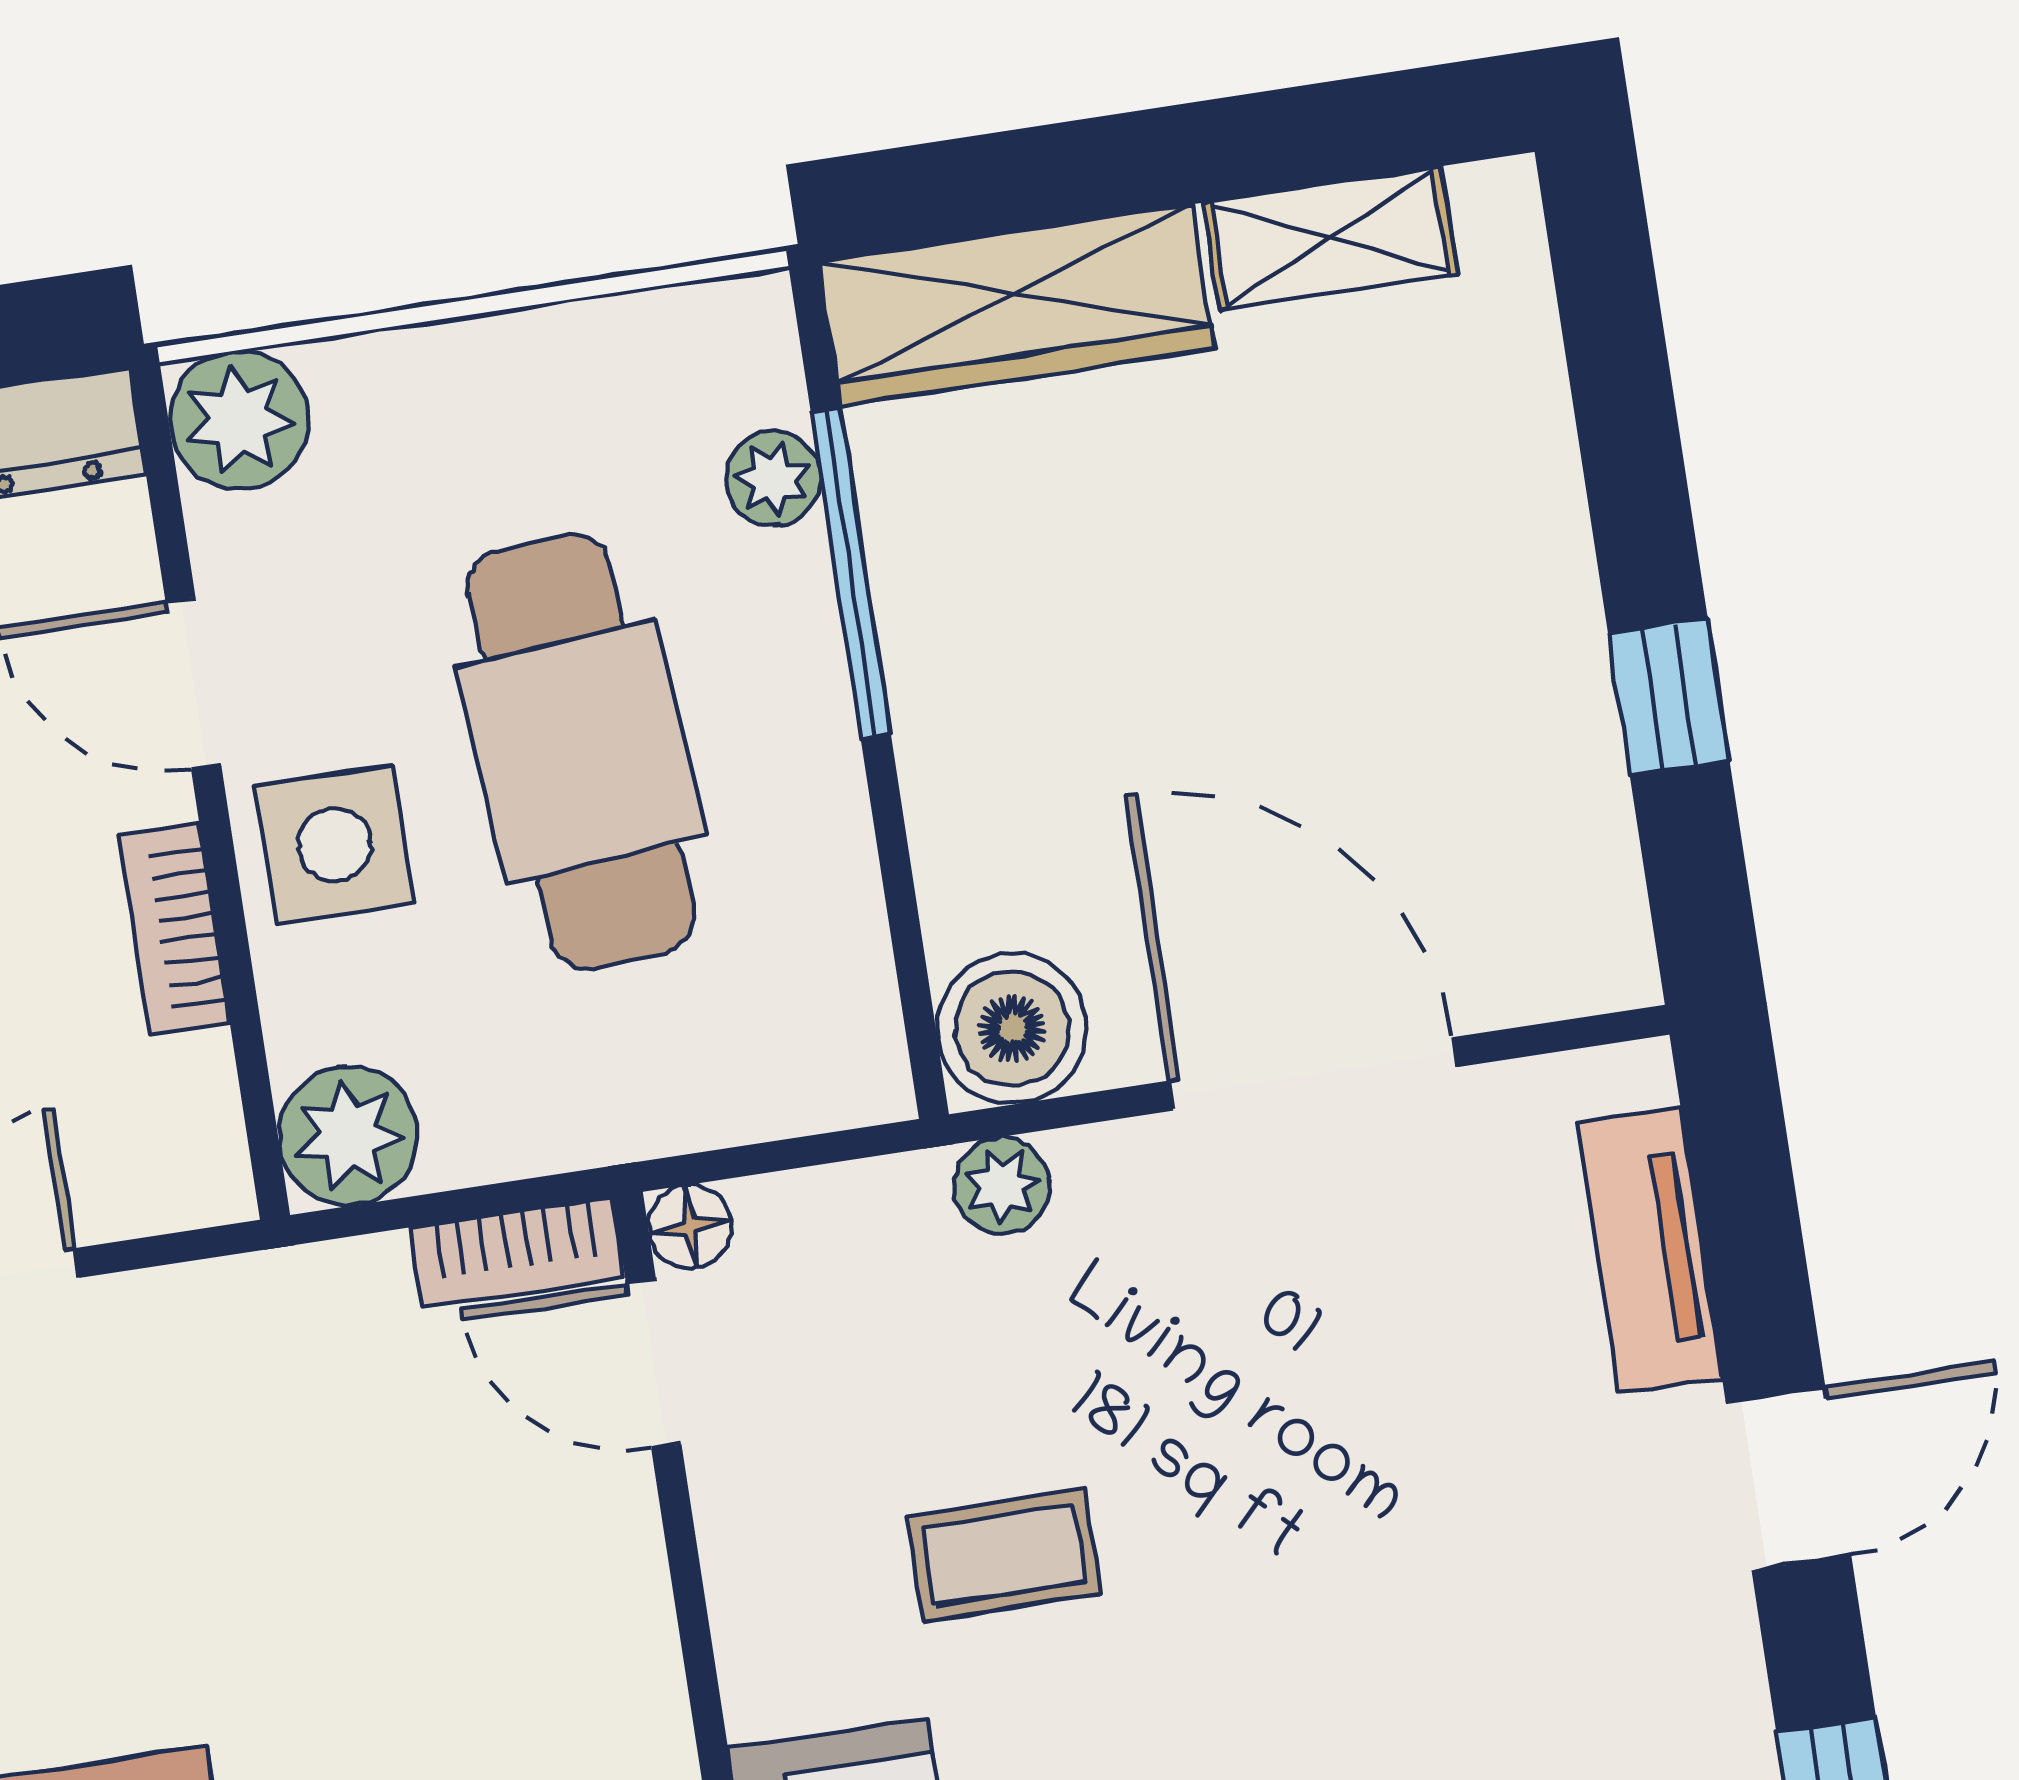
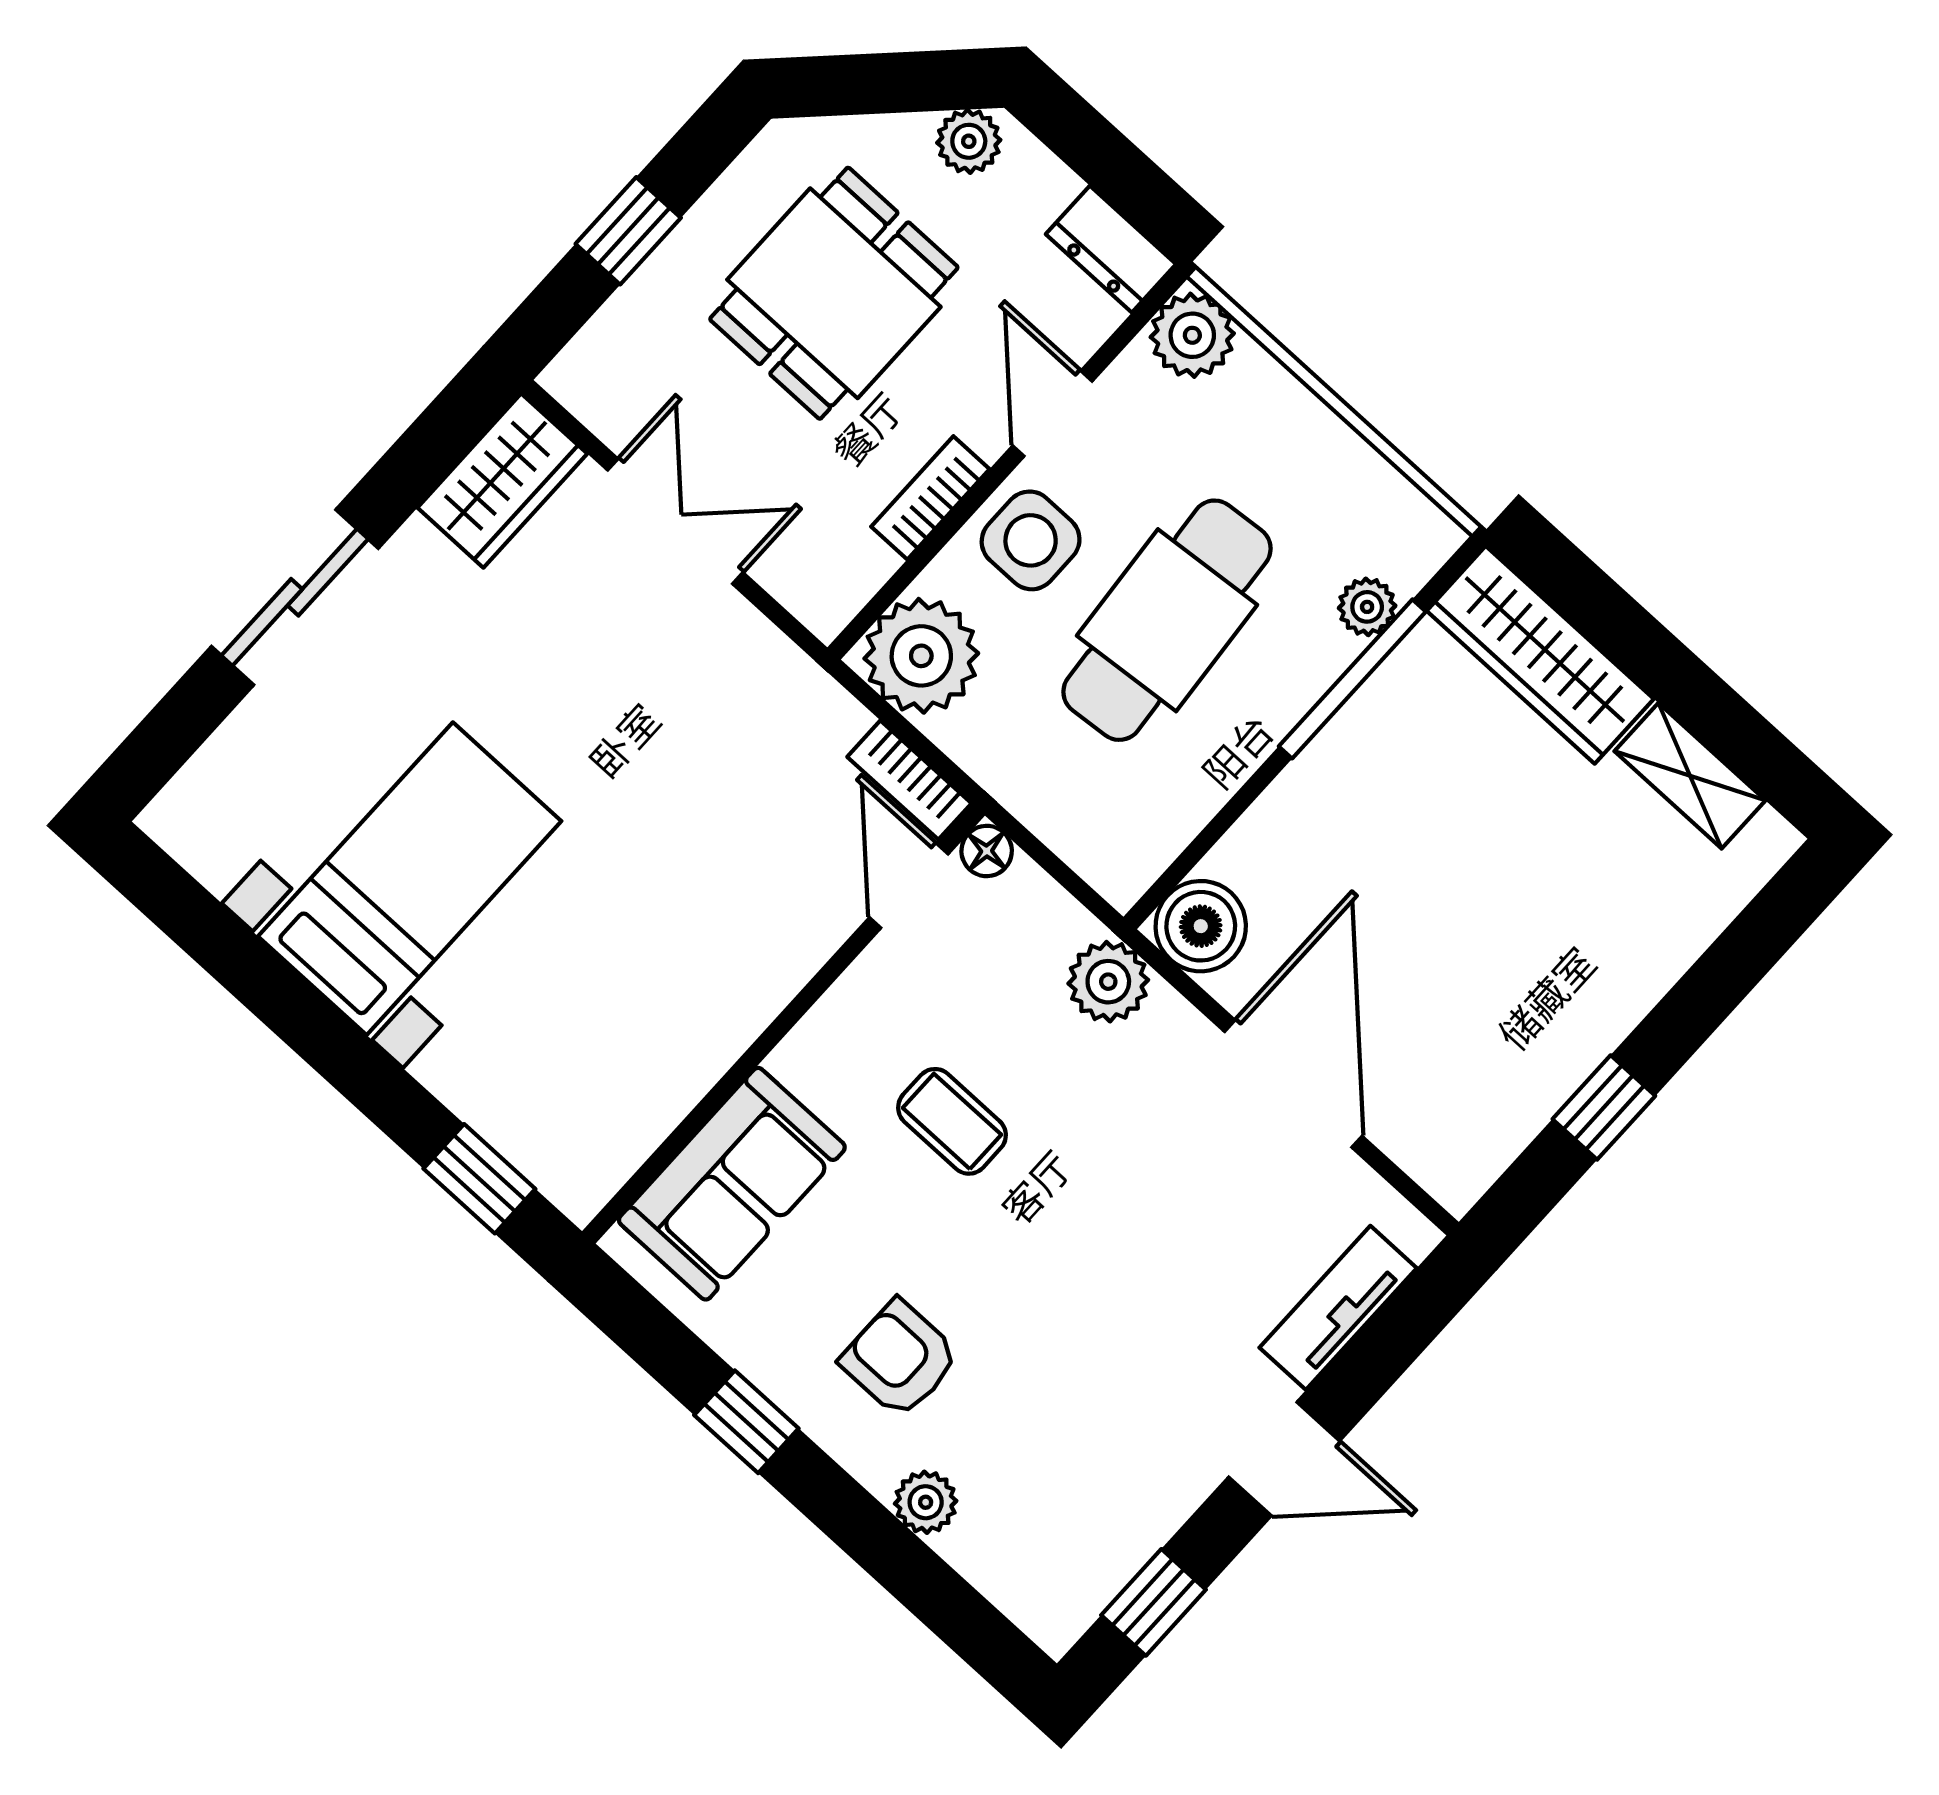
plant: (348, 1136) -> (921, 656), width x1.36, depth x1.36
plant: (1002, 1186) -> (1108, 982), width x1.38, depth x1.38

